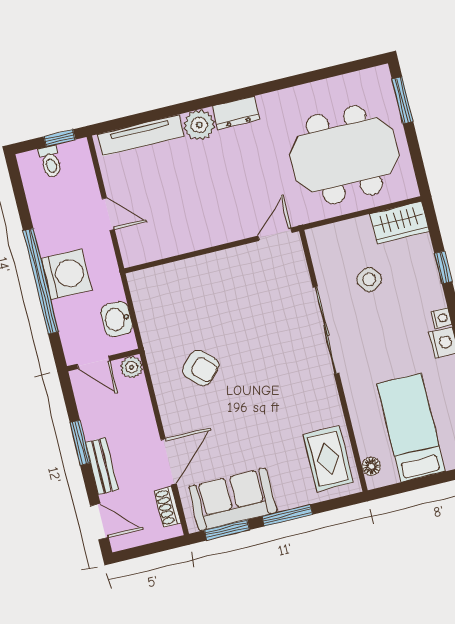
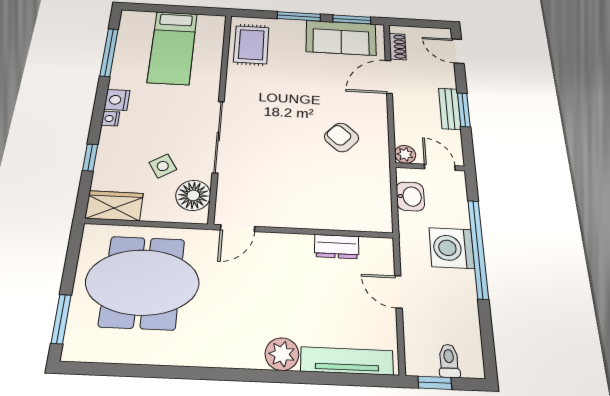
dresser: (236, 113) -> (337, 246), moved, turned 180
bench: (102, 466) -> (450, 109), moved
floor lamp: (371, 466) -> (193, 195), moved, width x1.89, depth x1.89

